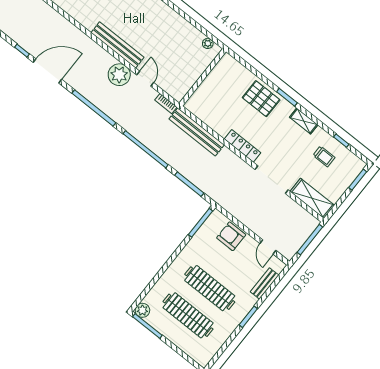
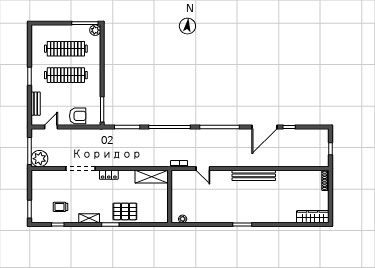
bench: (118, 45) -> (254, 175), moved
plant: (119, 75) -> (39, 159), moved
bench: (197, 132) -> (147, 161), removed
locker: (242, 146) -> (109, 175), width x0.66
shelving: (312, 198) -> (152, 177), moved
door: (268, 247) -> (51, 127), hinge flipped

